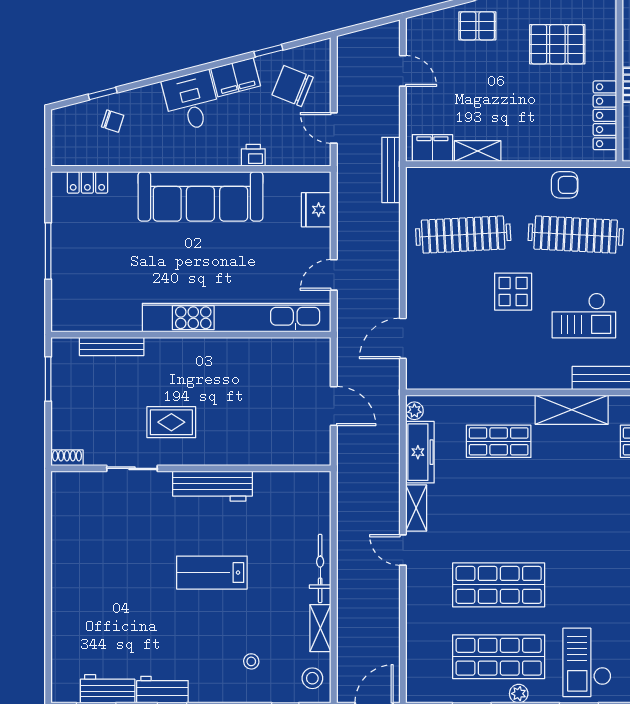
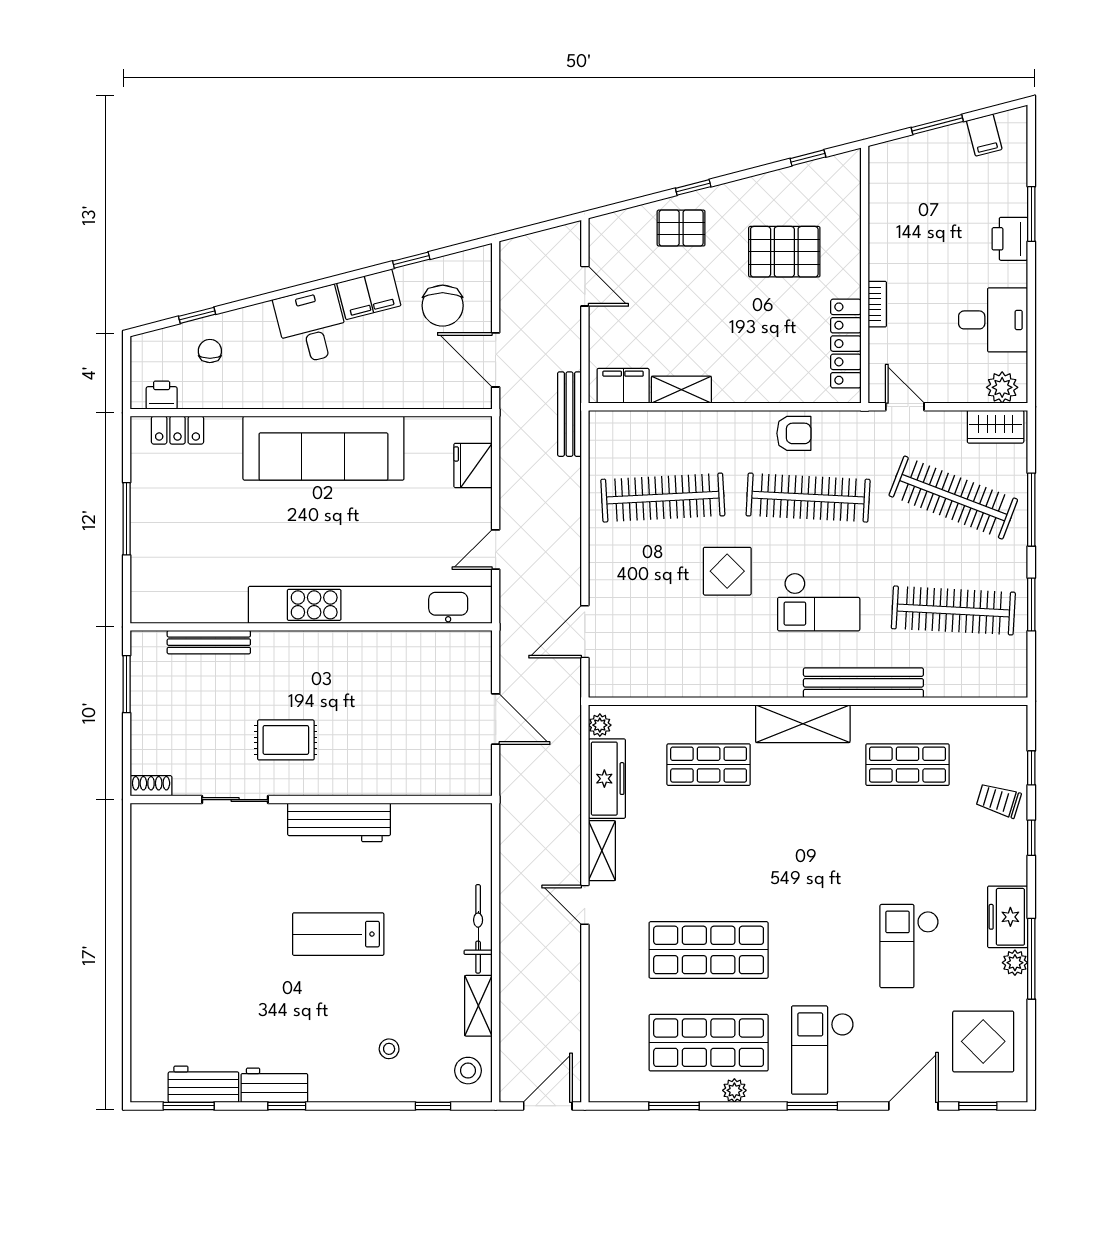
chair: (293, 86) -> (443, 306), turned -112
chair: (113, 121) -> (210, 351), turned -108
door: (334, 128) -> (496, 360), width x1.38
printer: (253, 155) -> (162, 395), moved

